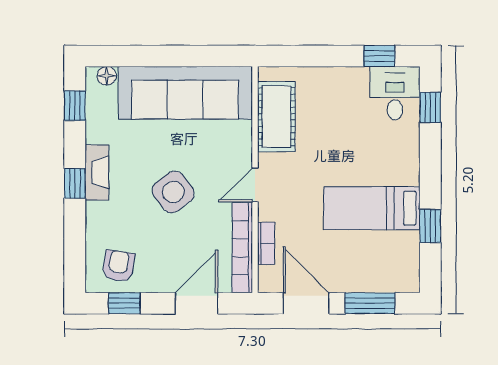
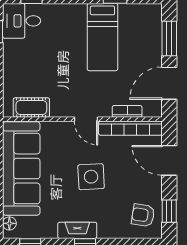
cot: (276, 117) -> (31, 107), width x0.73, depth x0.75
side table: (173, 192) -> (91, 177), turned 34

